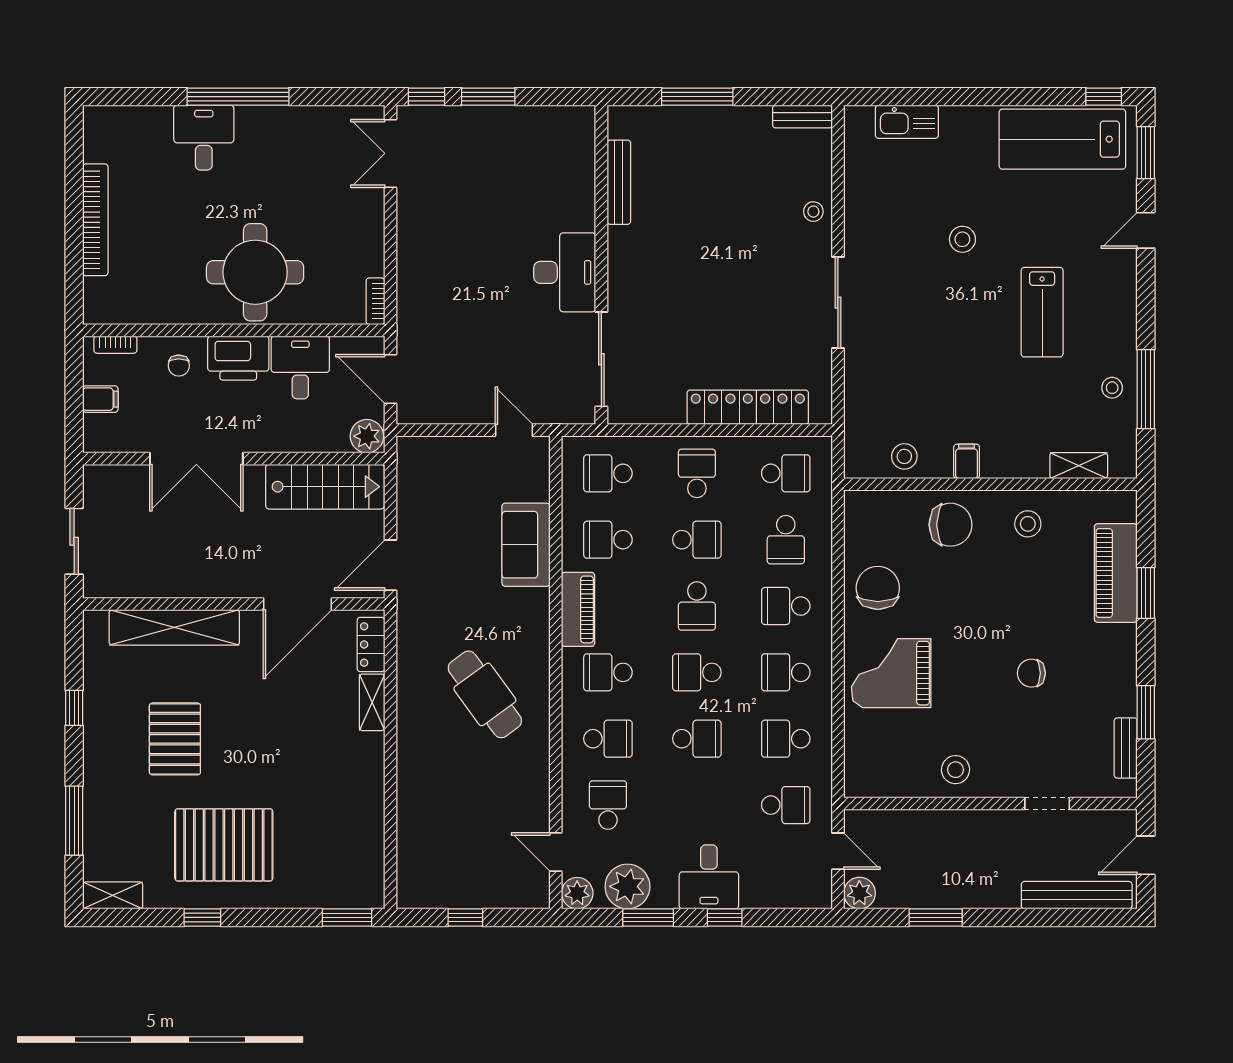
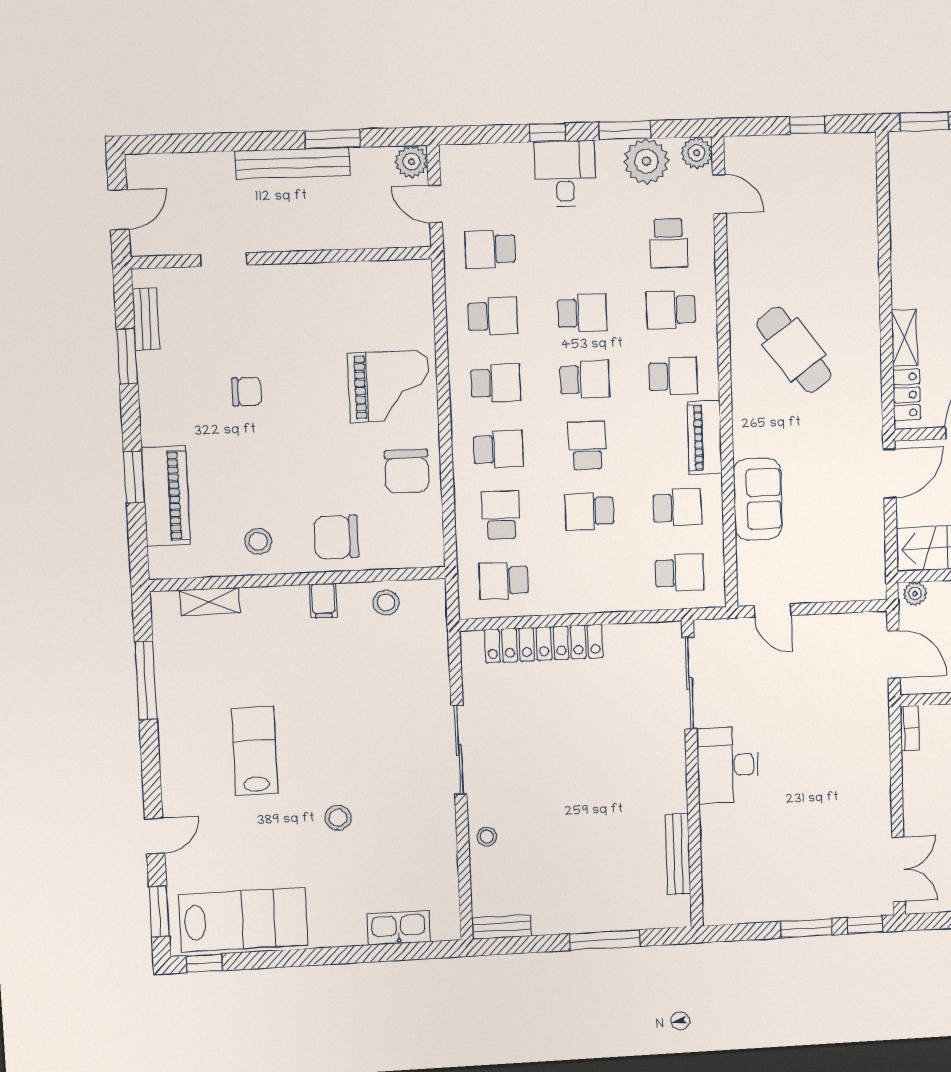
stool: (1112, 388) -> (180, 680), removed
plant: (367, 436) -> (915, 594), width x0.73, depth x0.73
school desk: (697, 473) -> (592, 577), removed
school desk: (697, 739) -> (582, 313), turned 180
stool: (956, 770) -> (319, 291), removed
bench: (1077, 895) -> (293, 163), moved

